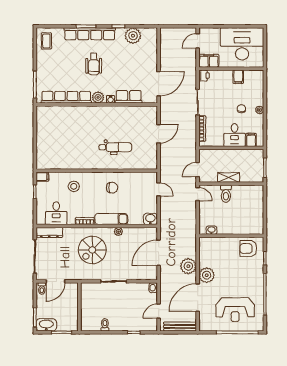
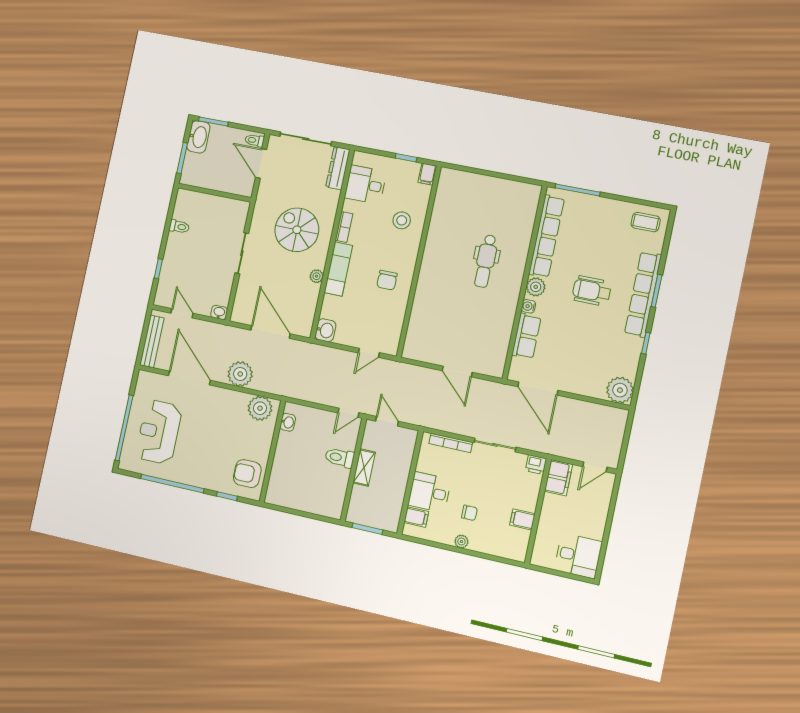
plant: (133, 36) -> (620, 390), moved
door: (198, 41) -> (595, 467), swing flipped
desk: (242, 44) -> (578, 556), width x0.53, depth x0.77
dental chair: (115, 147) -> (486, 261), moved
armchair: (248, 248) -> (247, 474), turned -90
plant: (207, 275) -> (260, 408), moved

